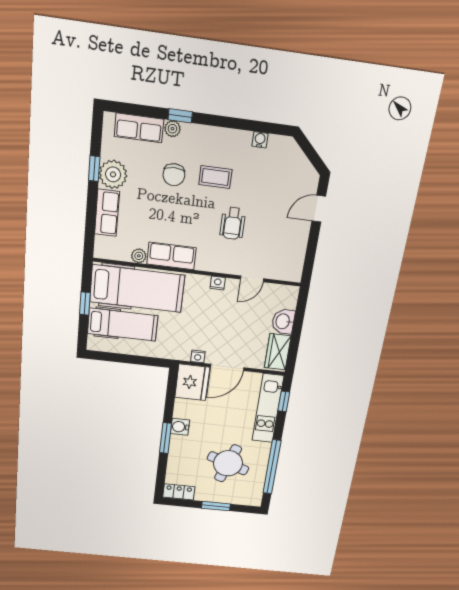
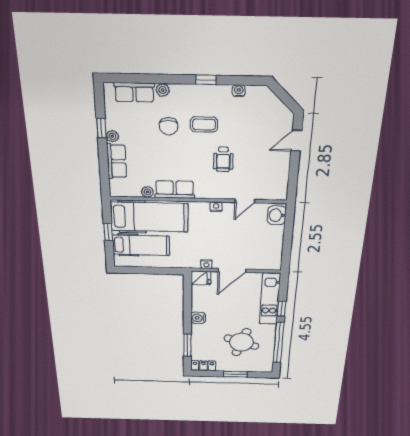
window: (180, 116) -> (206, 80), moved
plant: (113, 174) -> (112, 136), width x0.53, depth x0.53
washbasin: (283, 321) -> (277, 215), moved
wardrobe: (278, 352) -> (273, 255), removed
fridge: (192, 382) -> (201, 278), width x0.53, depth x0.75
window: (284, 401) -> (281, 309), moved
window: (165, 438) -> (187, 345), moved

